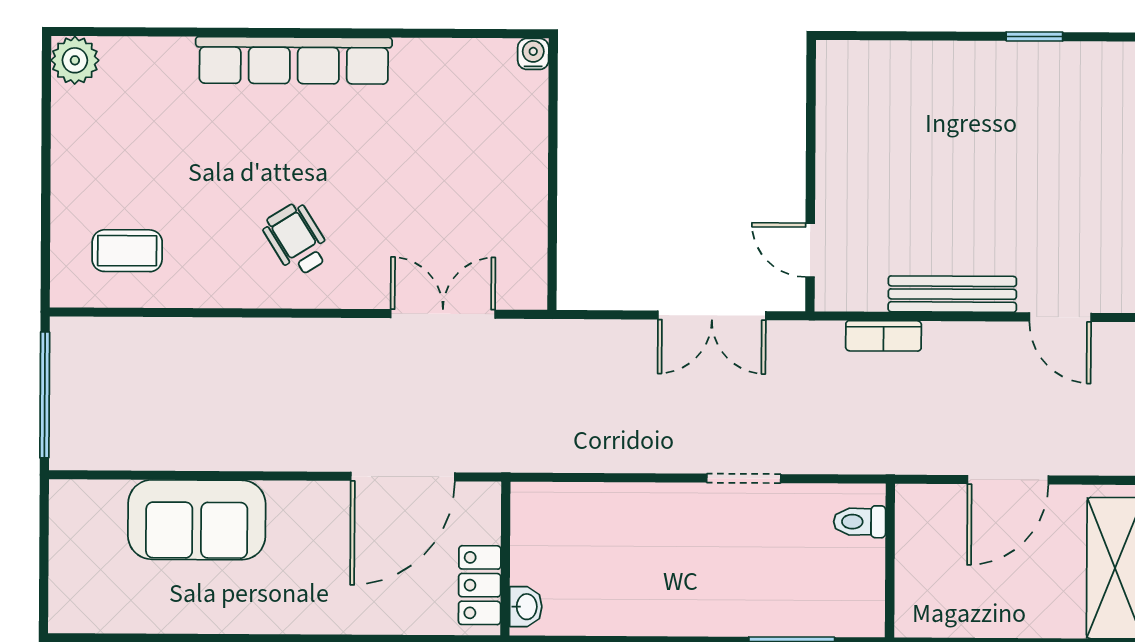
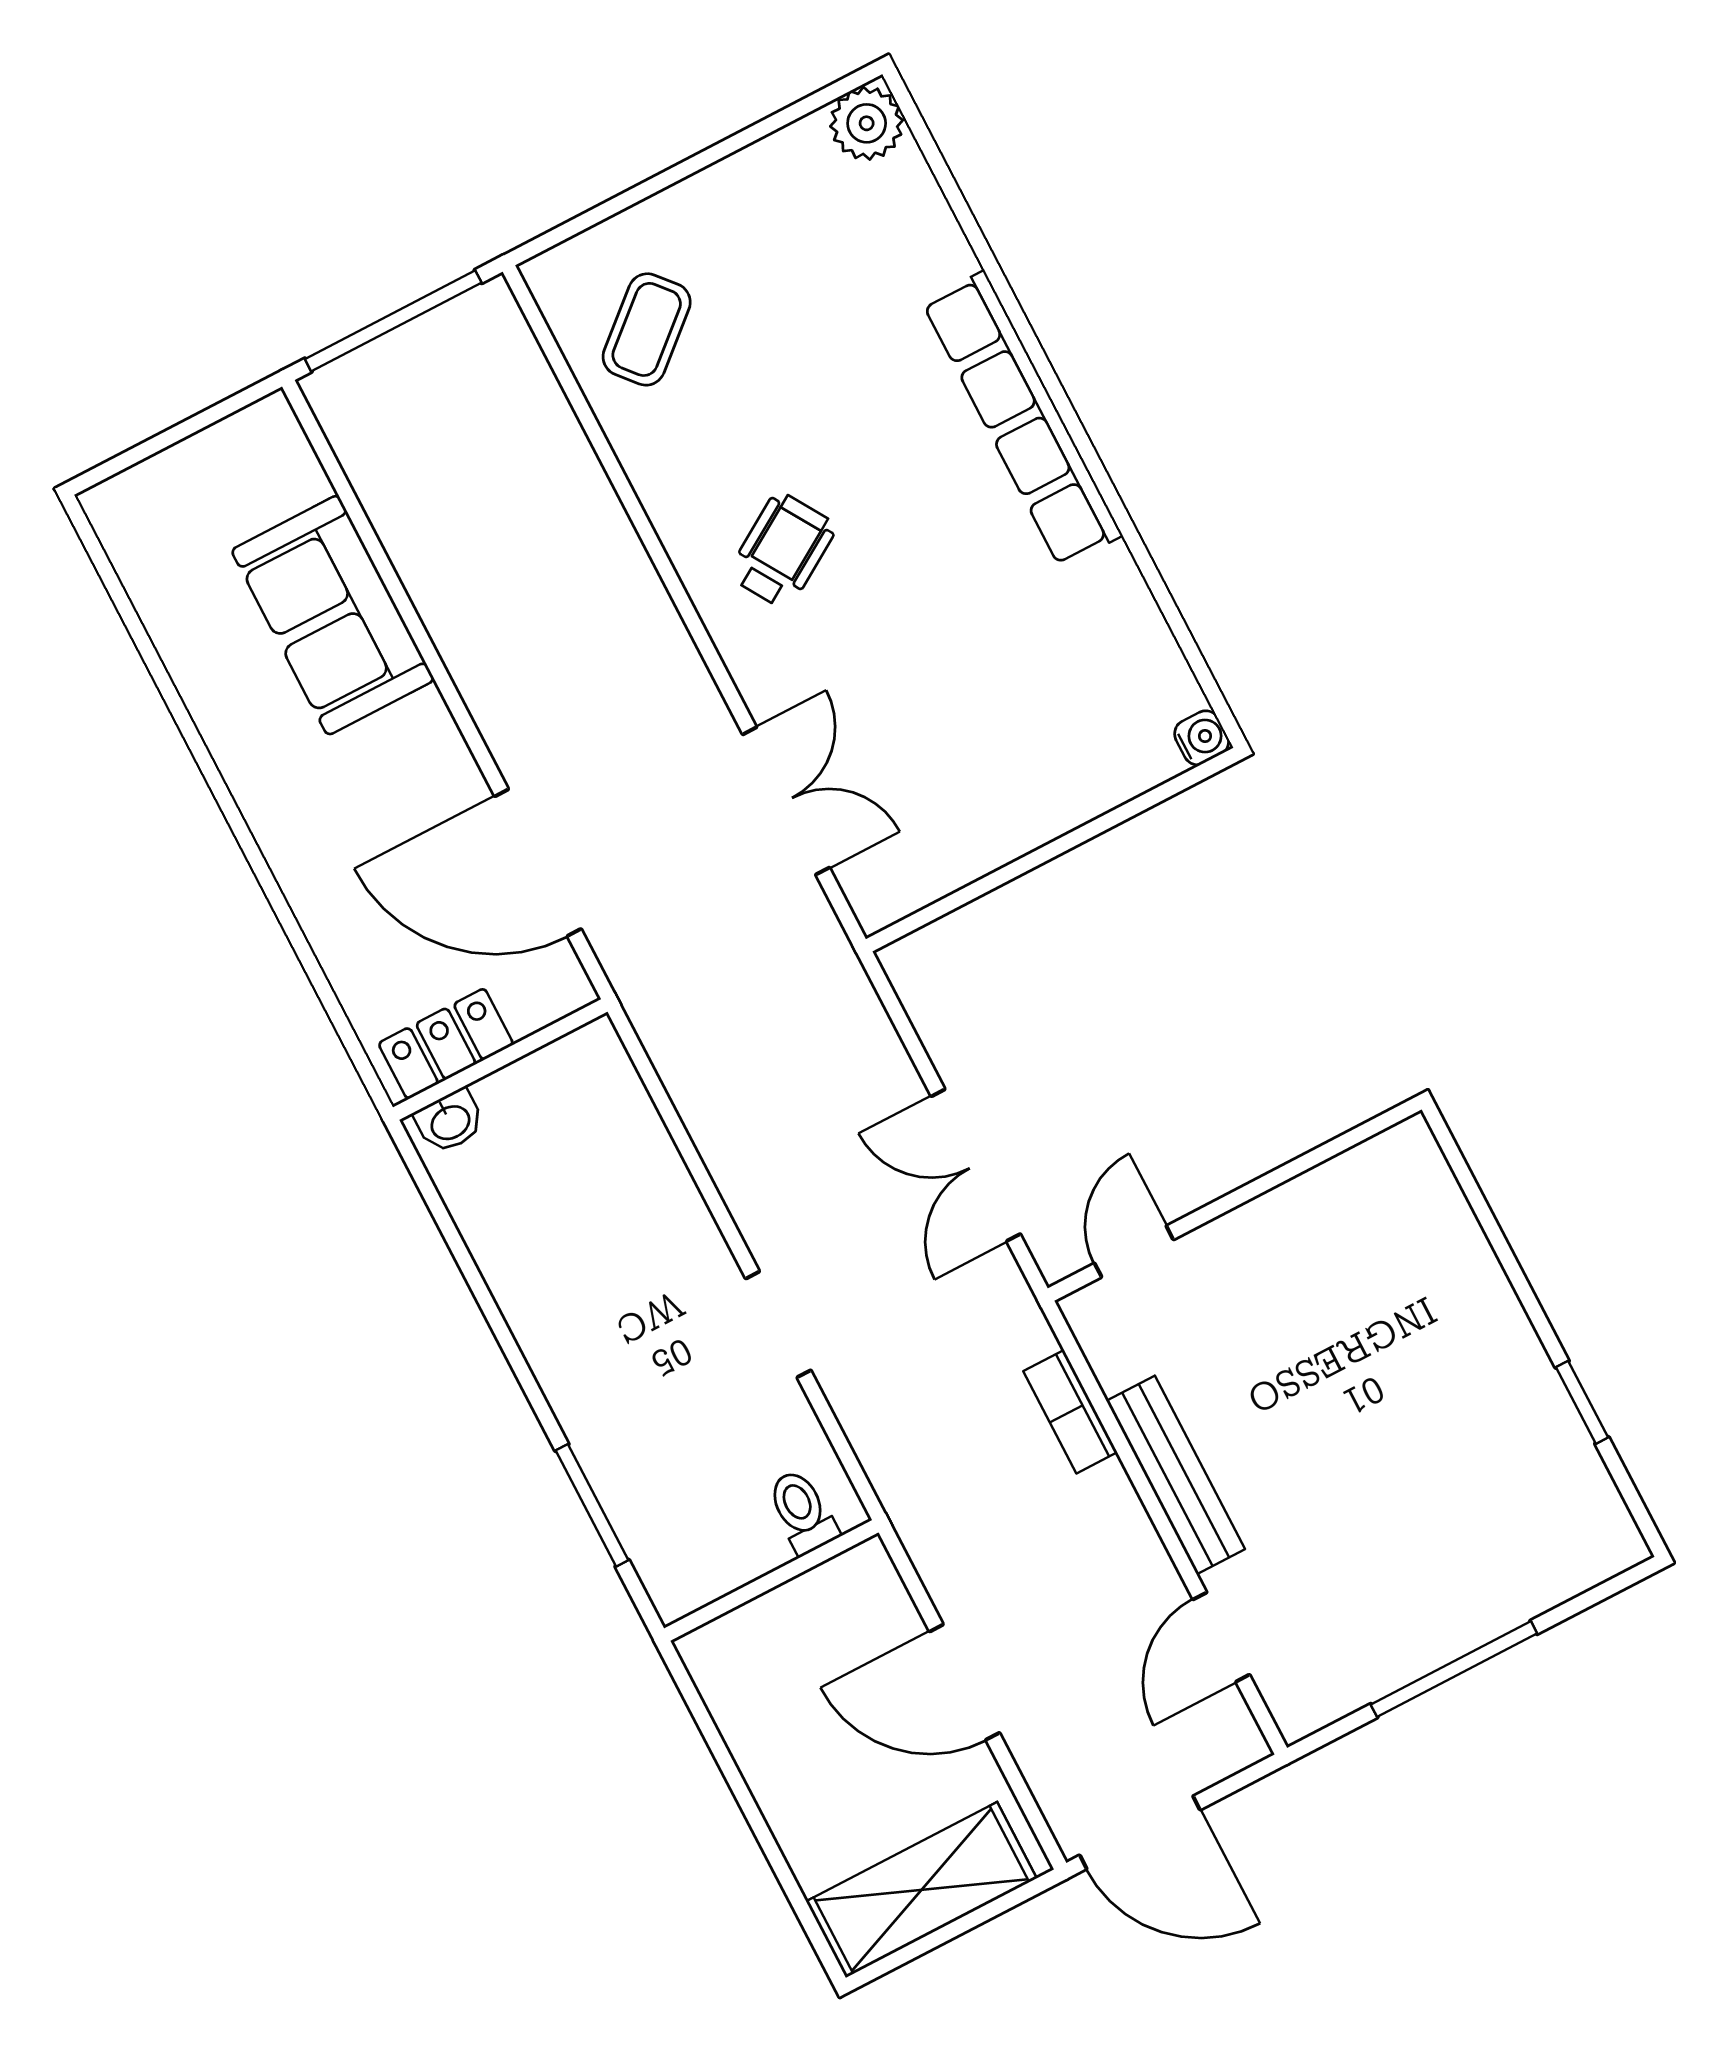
coffee table: (127, 251) -> (647, 329), turned 49

